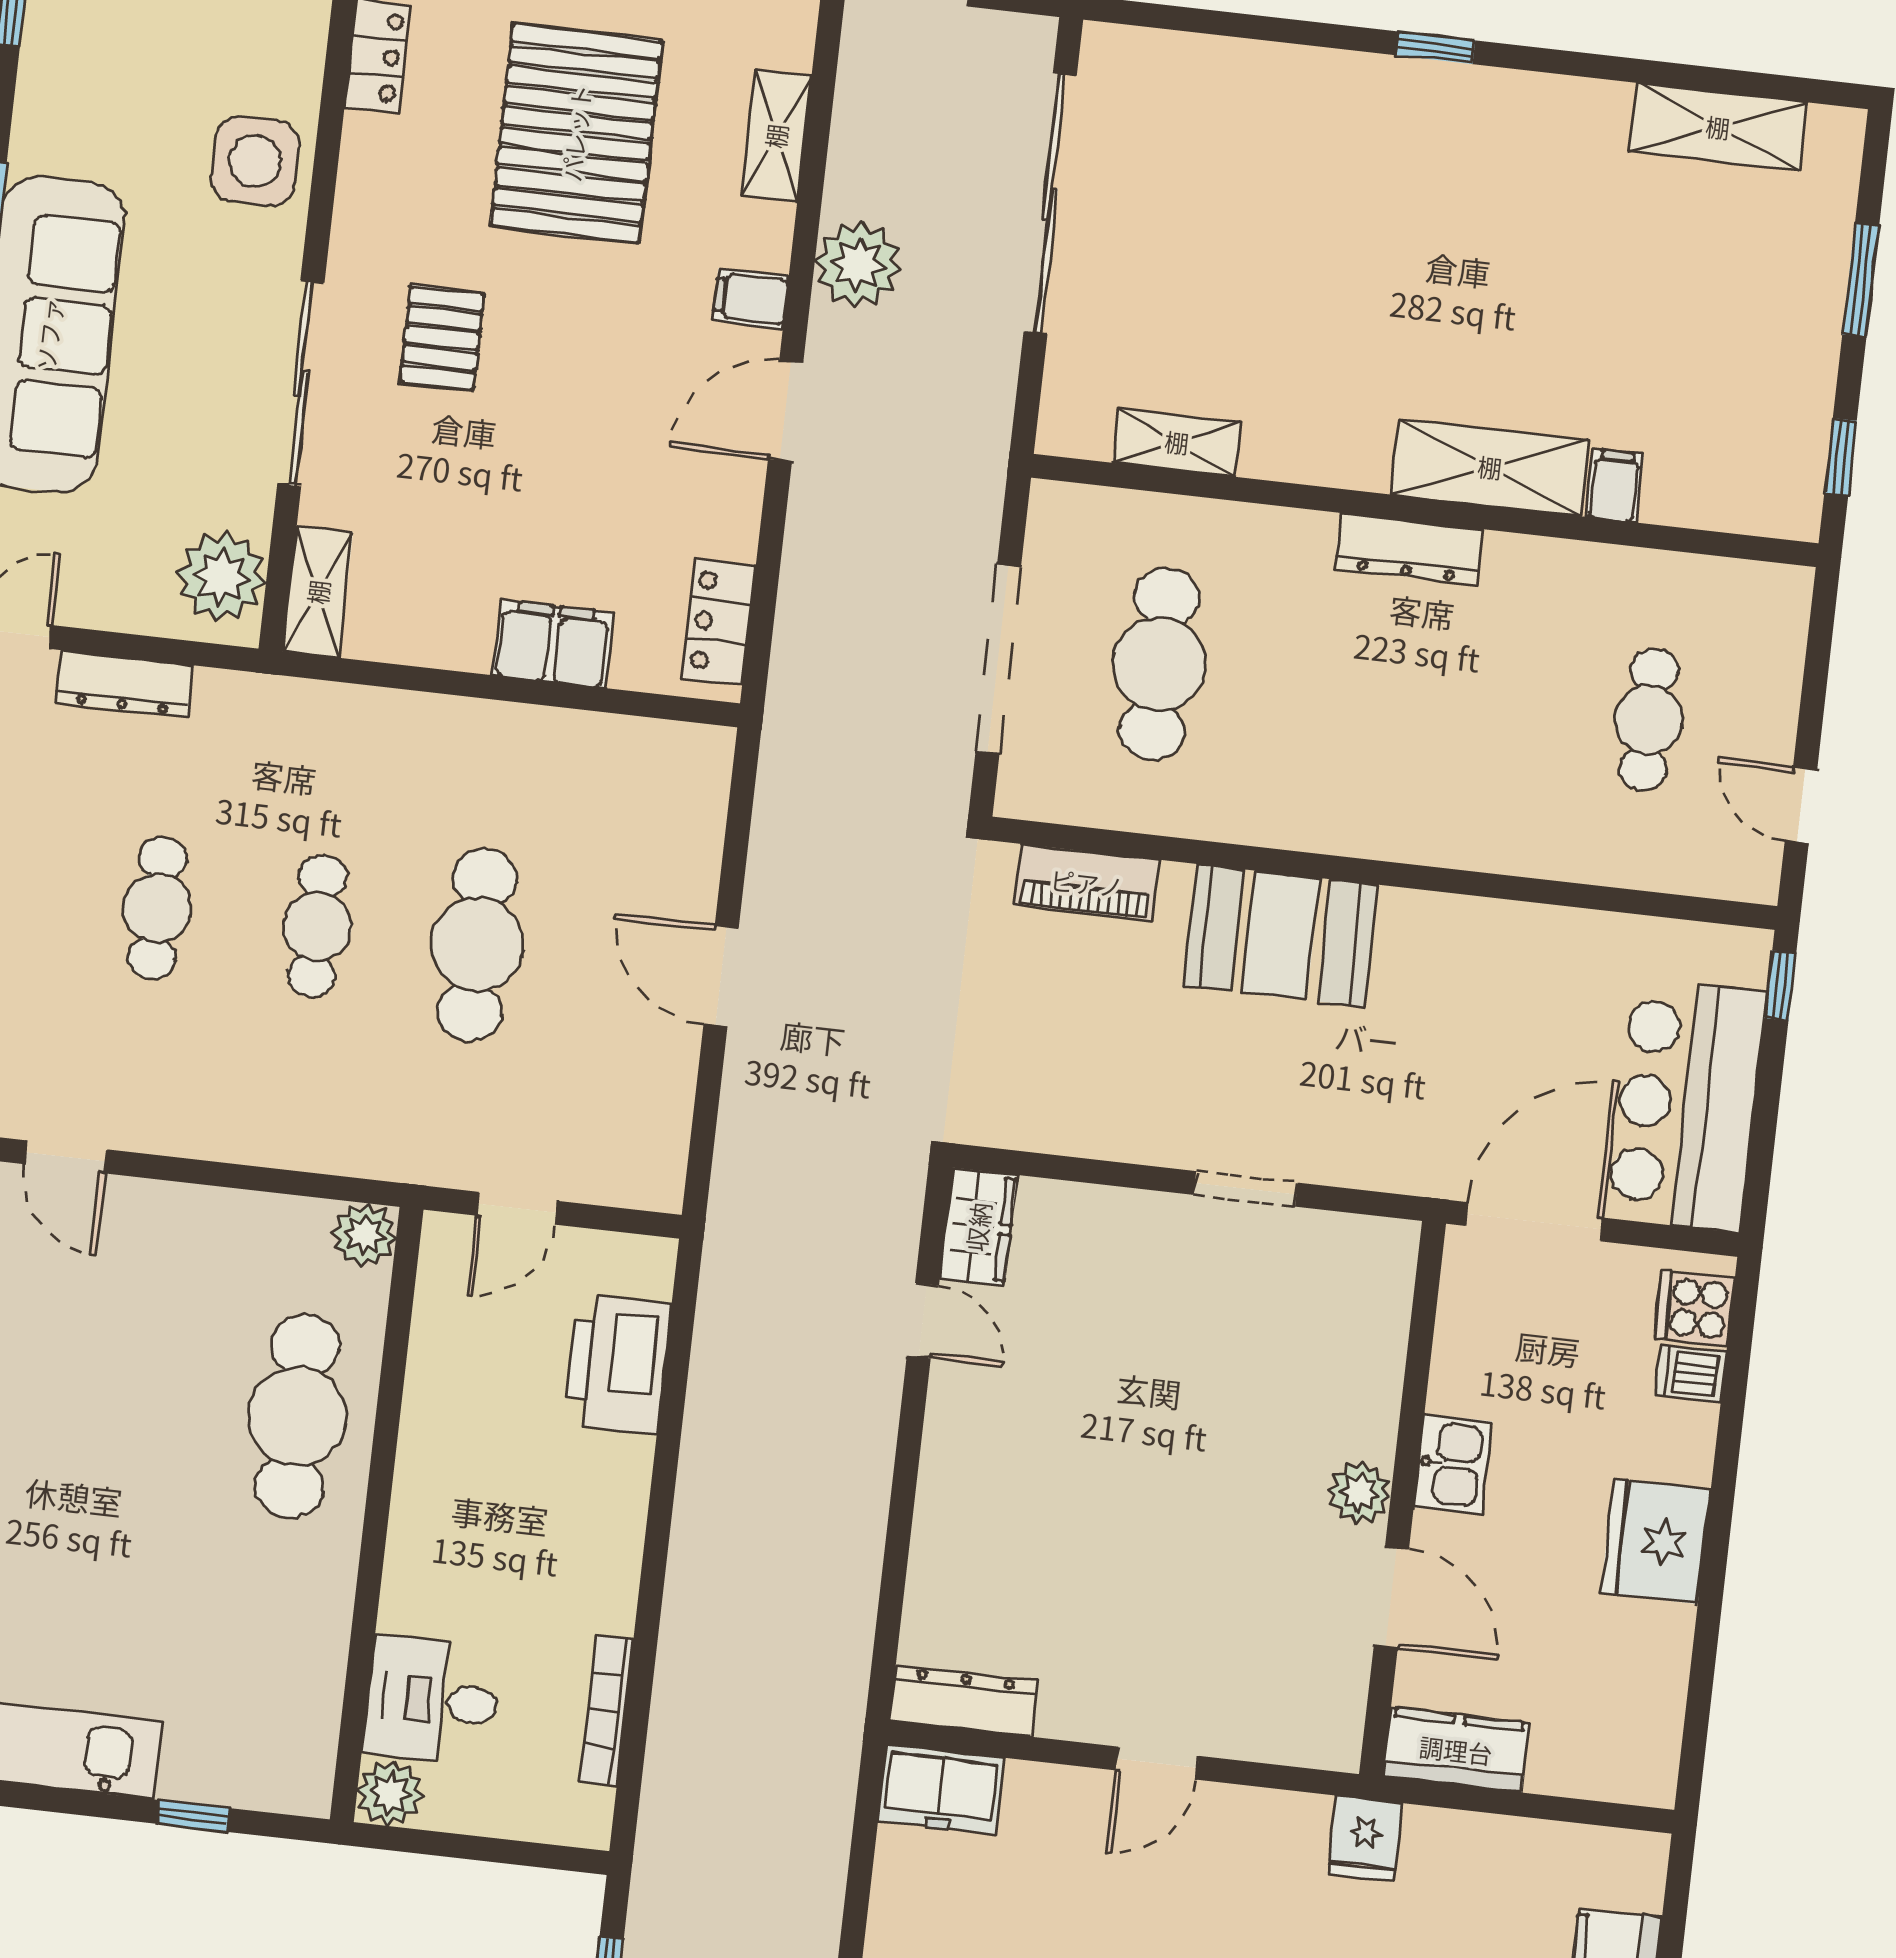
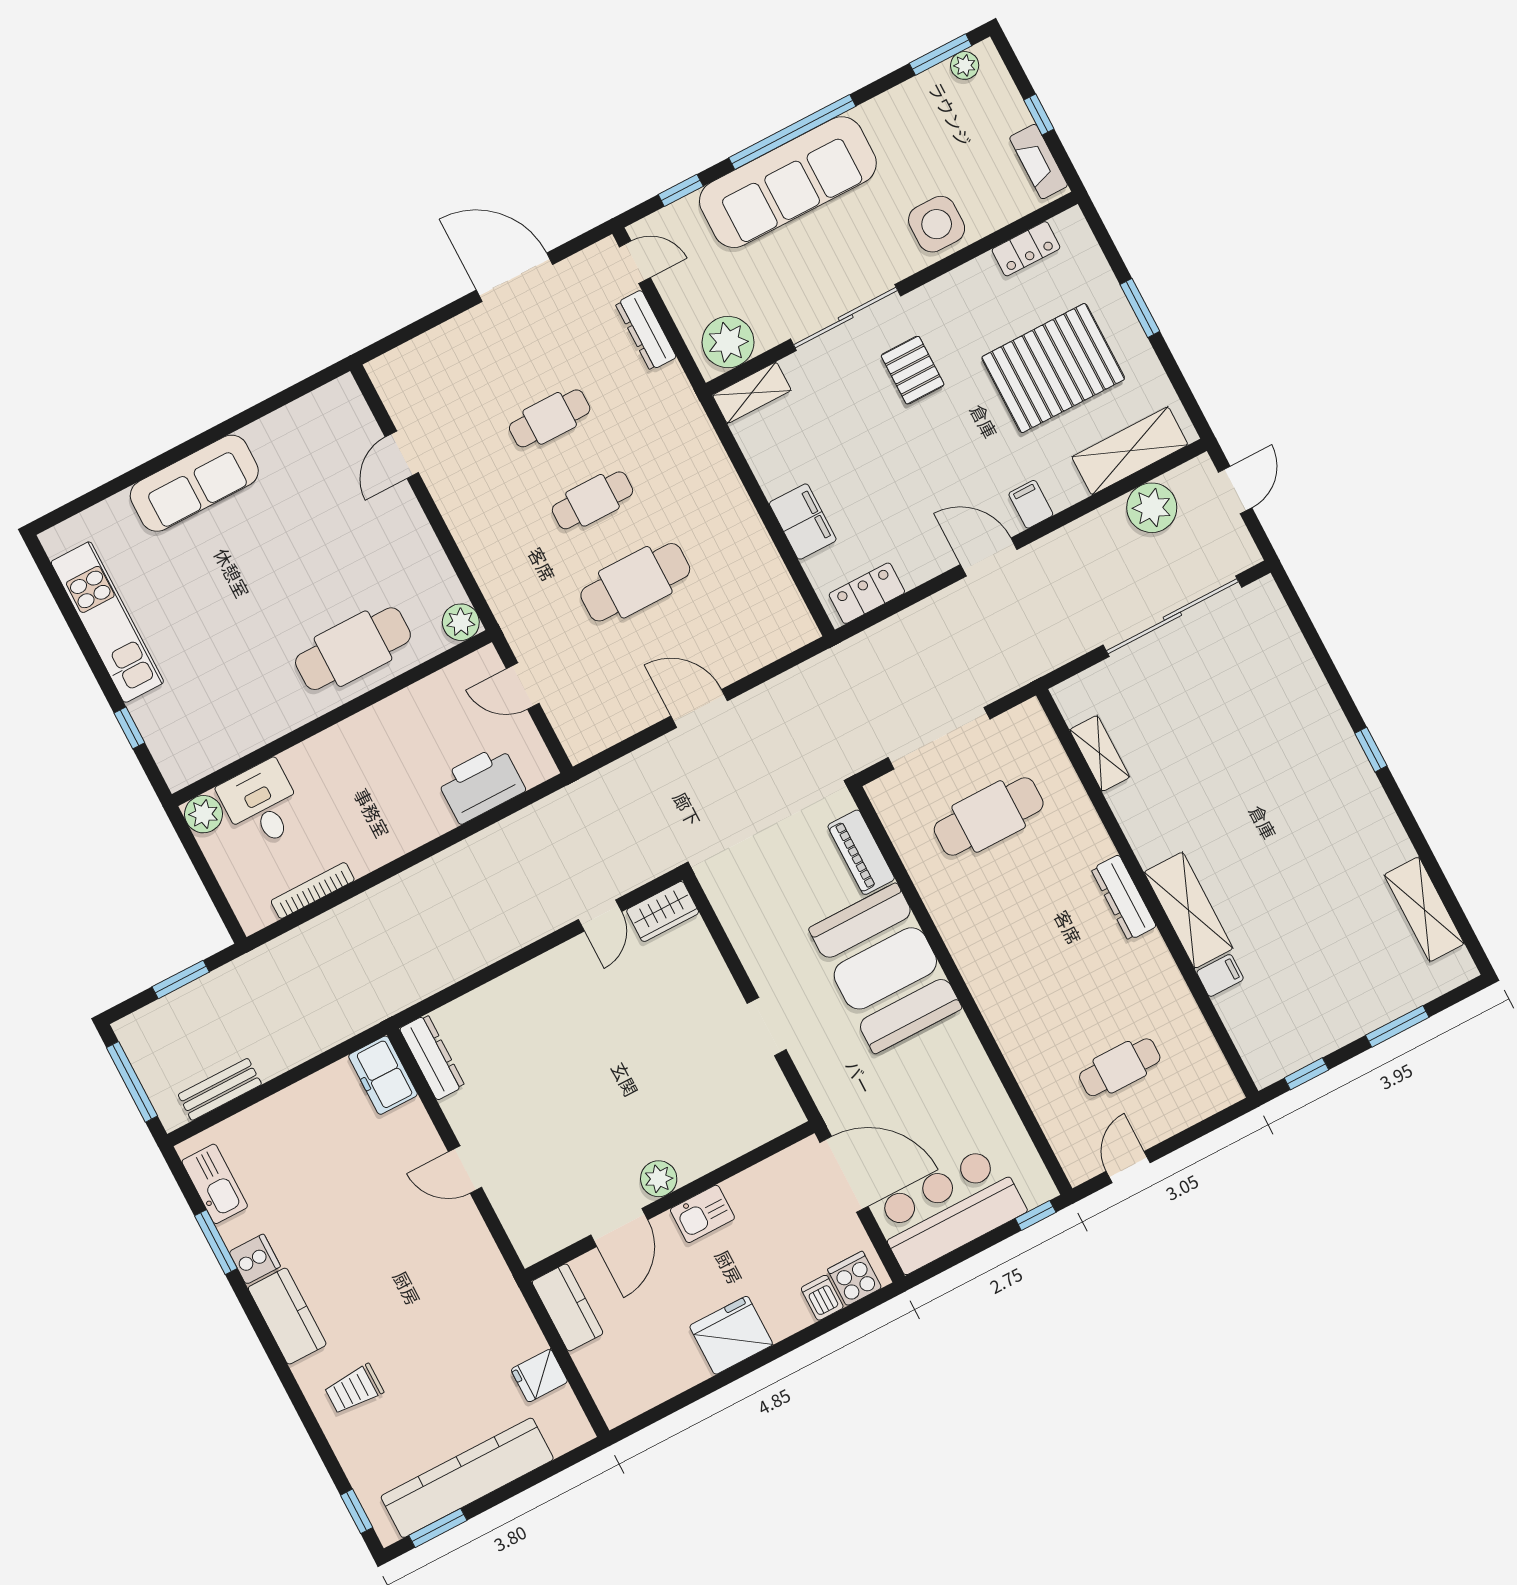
shelving: (776, 136) -> (1130, 451), width x1.50, depth x1.33
plant: (858, 264) -> (1152, 508), moved
pallet: (442, 338) -> (913, 370), turned 90
booth: (1281, 935) -> (885, 968), width x1.36, depth x1.42
door: (721, 976) -> (699, 708), hinge flipped
fridge: (1365, 1839) -> (539, 1376), moved

